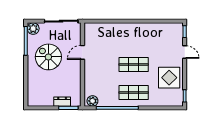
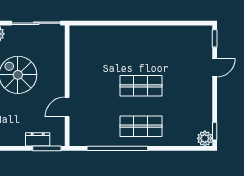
door: (83, 52) -> (67, 107), moved
door: (185, 52) -> (215, 68), hinge flipped
display table: (169, 78) -> (192, 105), removed
plant: (92, 101) -> (205, 138), moved

